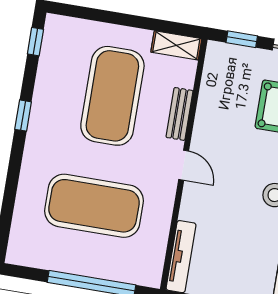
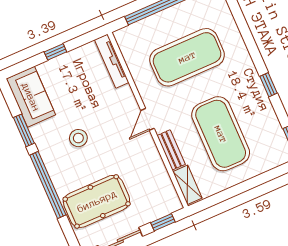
shelving: (176, 45) -> (187, 185), moved, turned 90
door: (184, 165) -> (147, 119), hinge flipped

